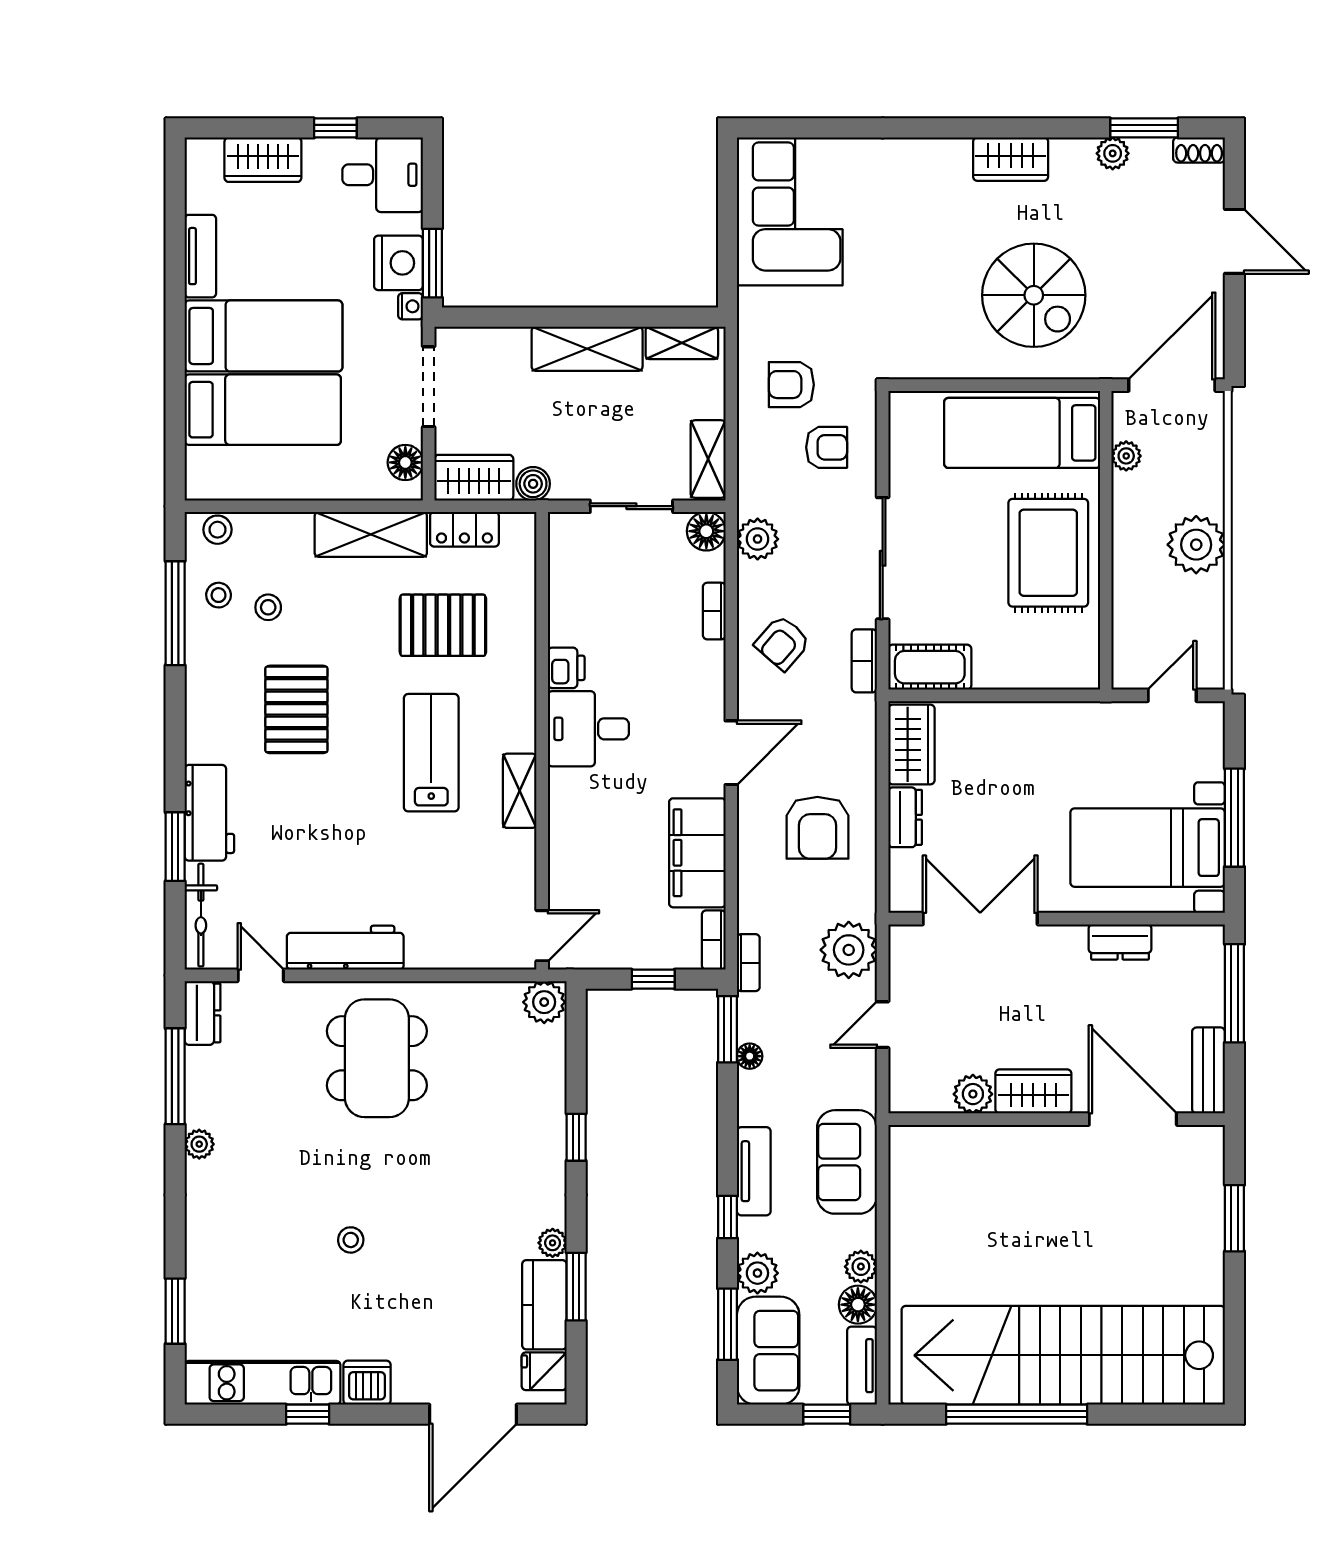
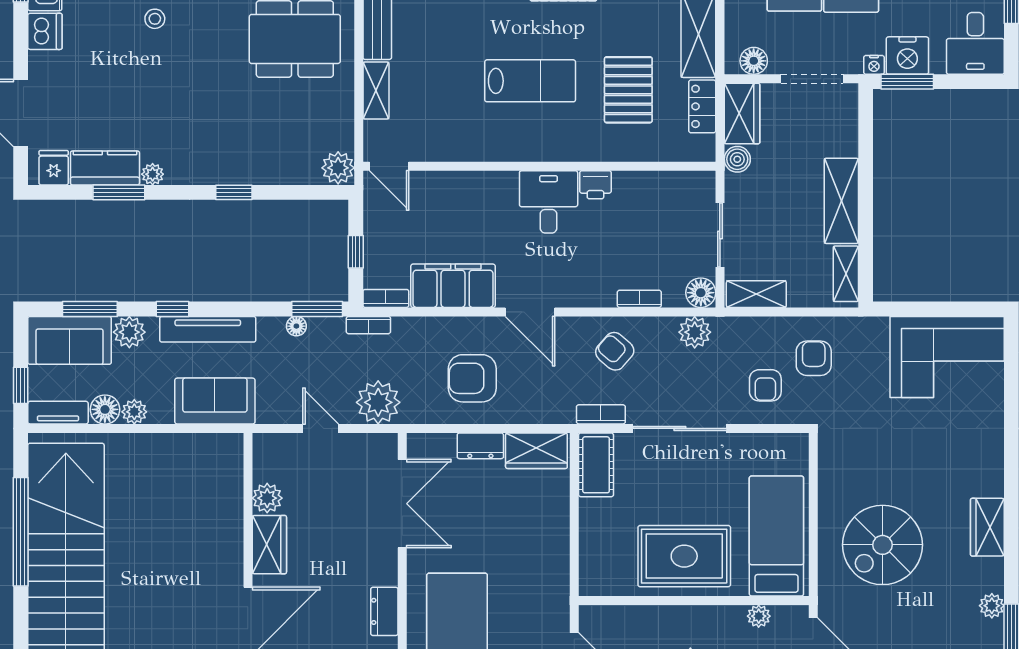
shelving: (520, 791) -> (376, 91), moved, turned 90
tv unit: (754, 1171) -> (208, 329), width x1.41

